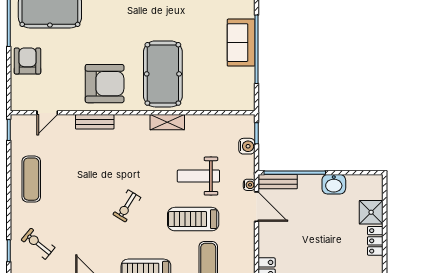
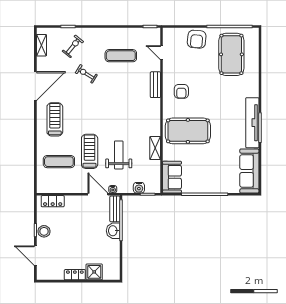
sofa: (241, 43) -> (172, 177), moved, turned 90
armchair: (27, 61) -> (197, 39), turned 95
armchair: (105, 84) -> (181, 91), width x0.53, depth x0.53
shelving: (167, 122) -> (155, 148), moved
exercise mat: (31, 179) -> (121, 56), moved
washbasin: (334, 184) -> (113, 231), moved
exercise bike: (127, 206) -> (86, 74), moved
door: (257, 207) -> (98, 194), swing flipped

